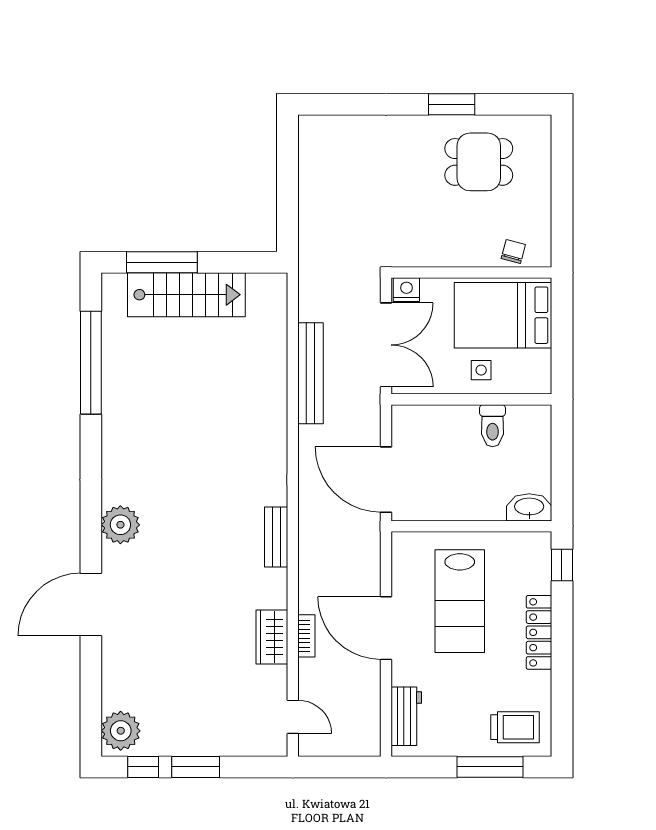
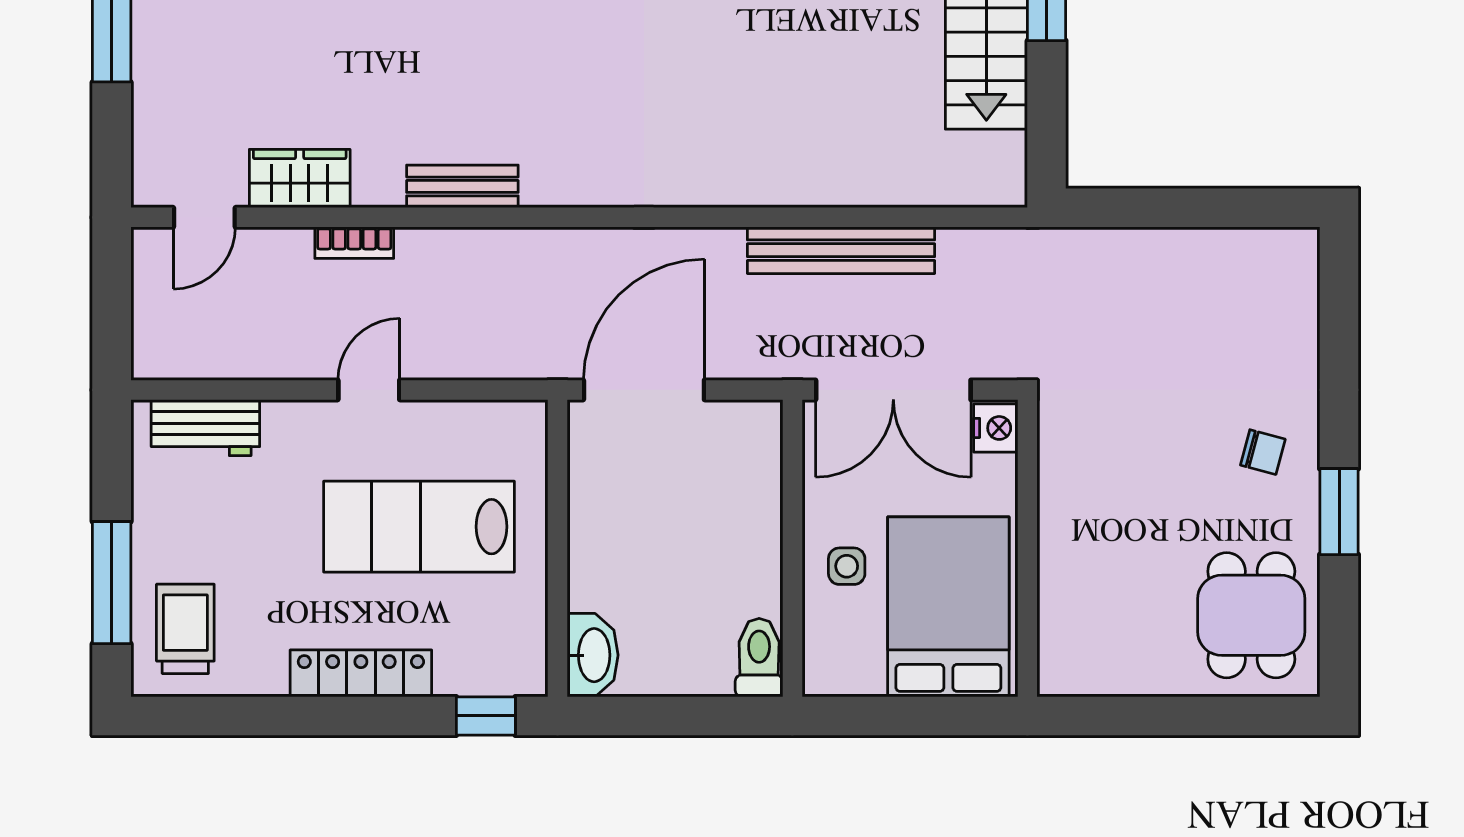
dining table: (479, 162) -> (1251, 615), moved
chair: (513, 252) -> (1263, 452), moved
toilet: (493, 426) -> (759, 658), moved, turned 90
bench: (276, 537) -> (462, 186), moved
door: (386, 628) -> (369, 390), width x0.53
wardrobe: (272, 637) -> (300, 179), moved
trolley: (515, 727) -> (185, 629), turned 180

